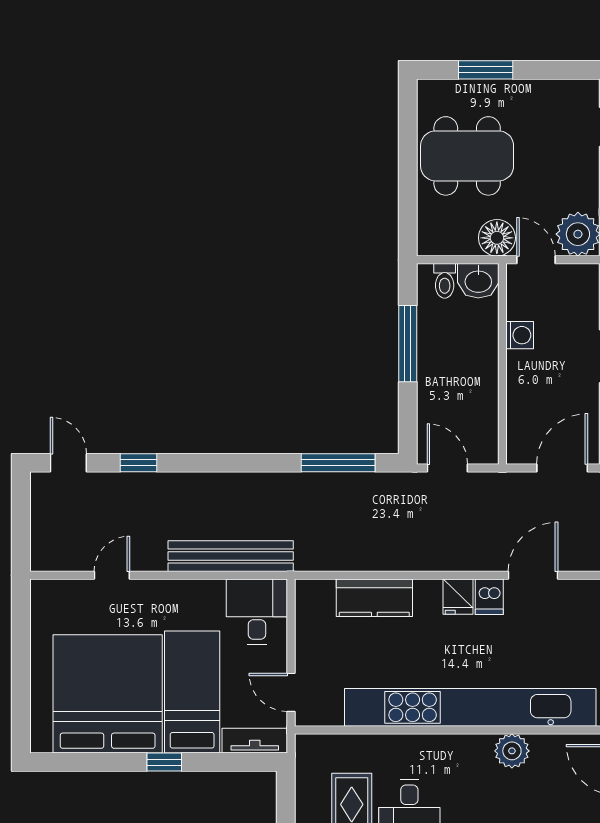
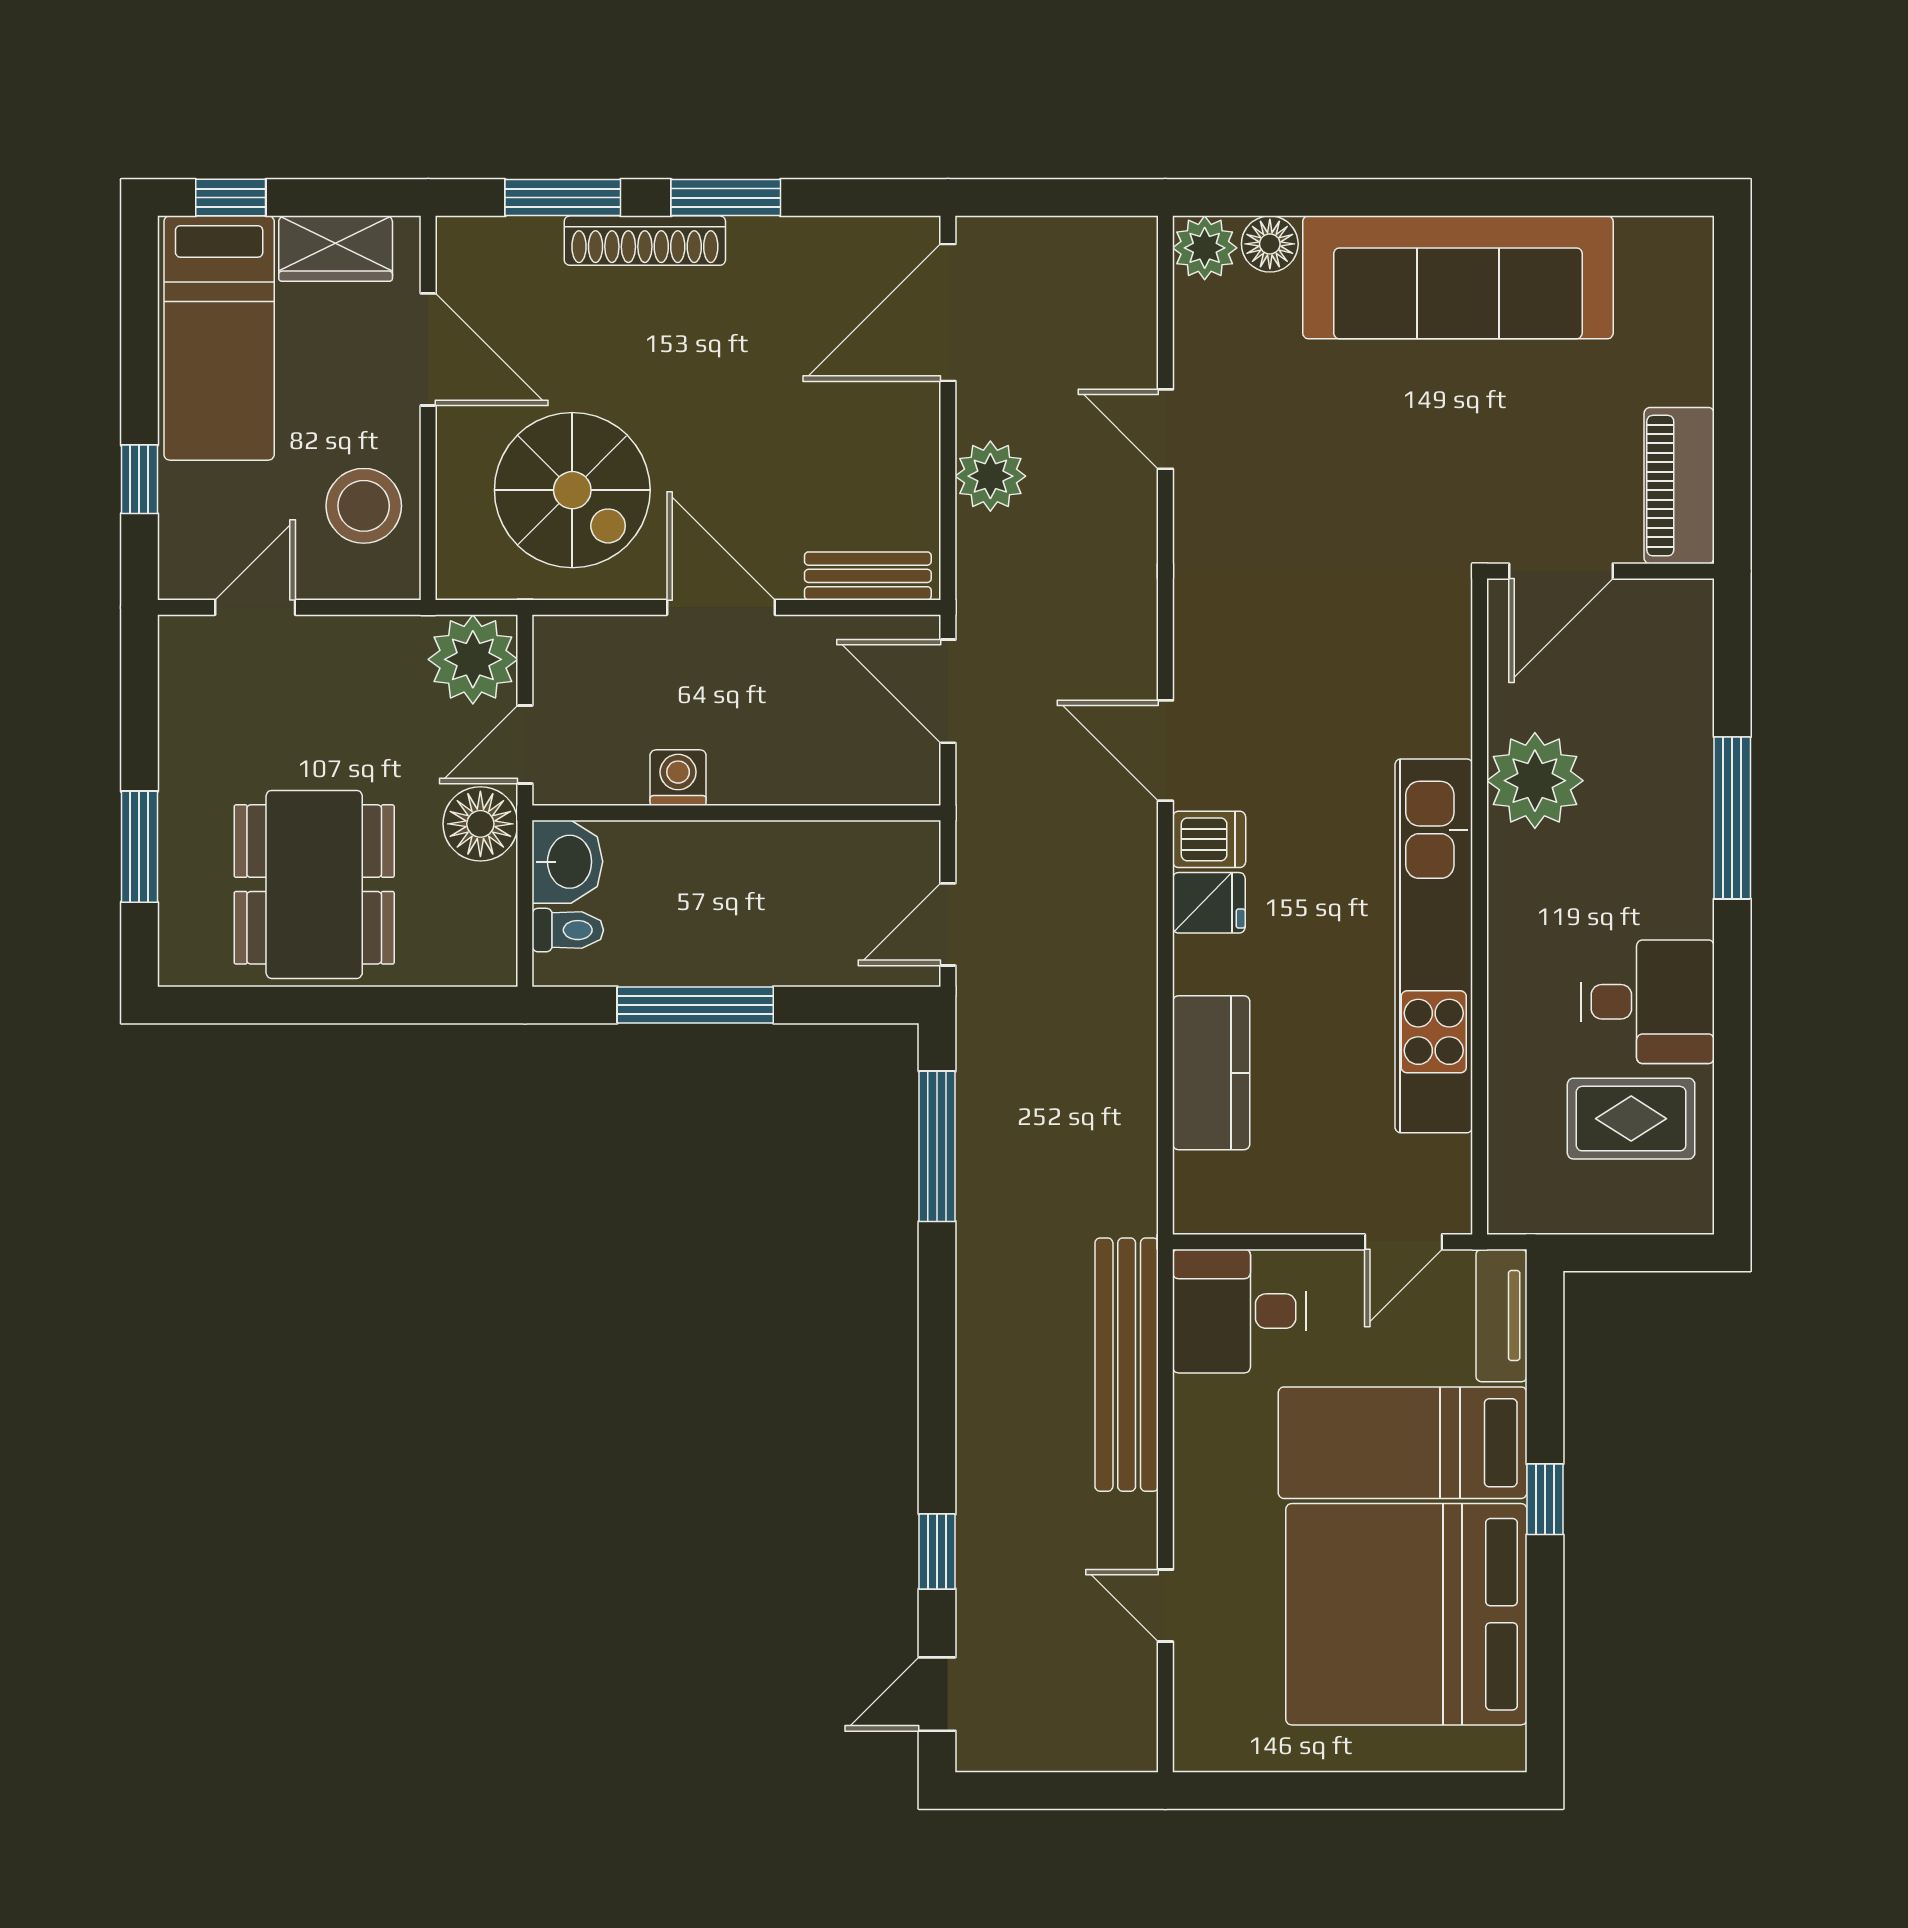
kitchen unit: (470, 707) -> (1434, 946), width x0.73
plant: (512, 751) -> (1535, 781), width x1.36, depth x1.36

